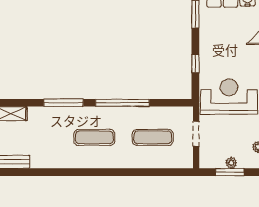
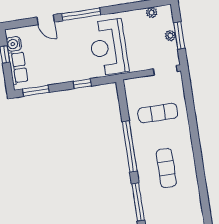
doorway: (196, 134) -> (165, 70), moved
exercise mat: (153, 137) -> (158, 113), turned 90

